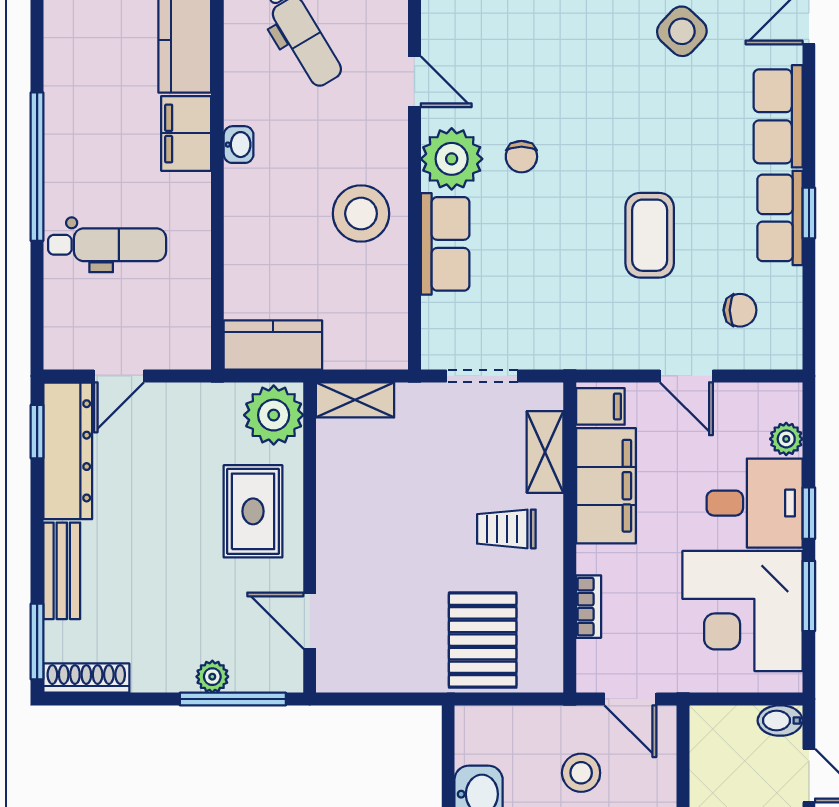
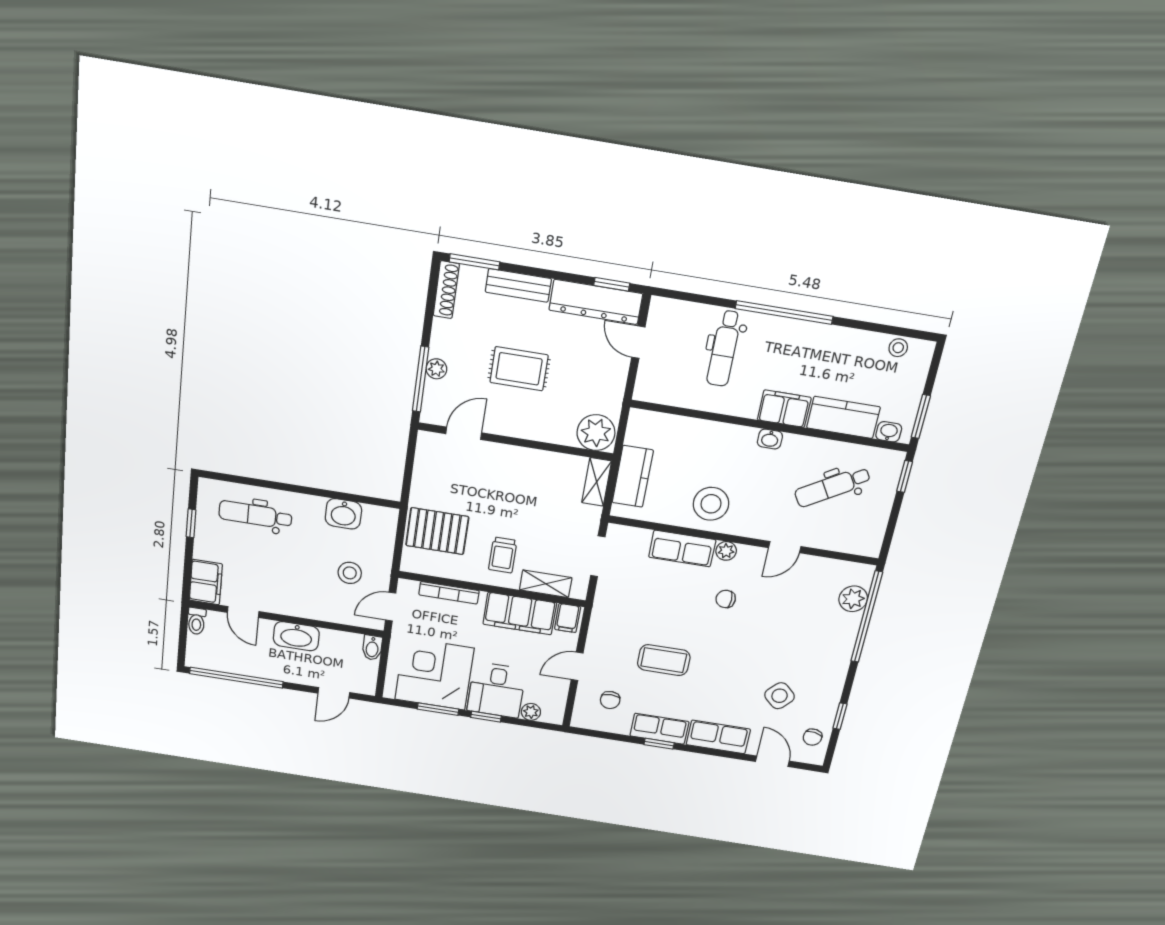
plant: (452, 159) -> (726, 551), width x0.53, depth x0.53
kitchen counter: (273, 345) -> (633, 476), moved
rug: (253, 511) -> (519, 369), moved
trolley: (506, 529) -> (503, 555), turned 180
bookcase: (589, 607) -> (449, 593), width x1.56
bidet: (780, 721) -> (372, 648), moved, turned 180

